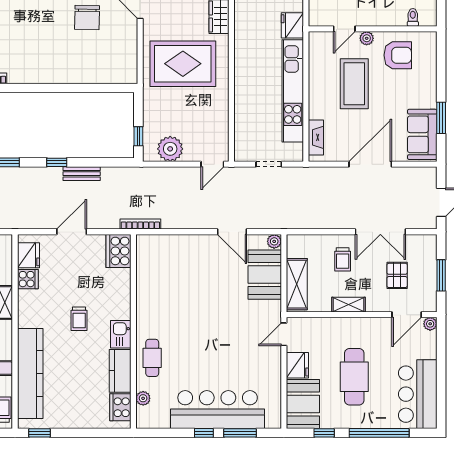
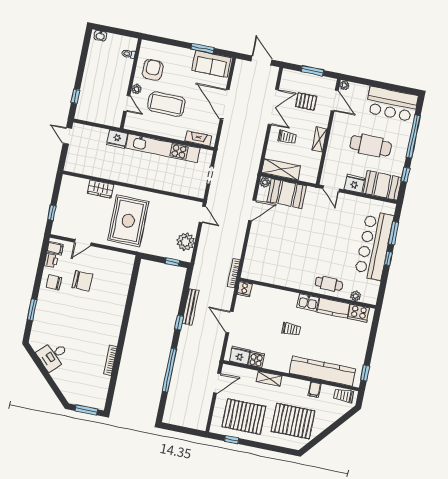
bench: (82, 174) -> (190, 307), width x1.36
cooker: (119, 251) -> (244, 289), width x0.53, depth x0.76
shelving: (297, 284) -> (281, 169), moved

